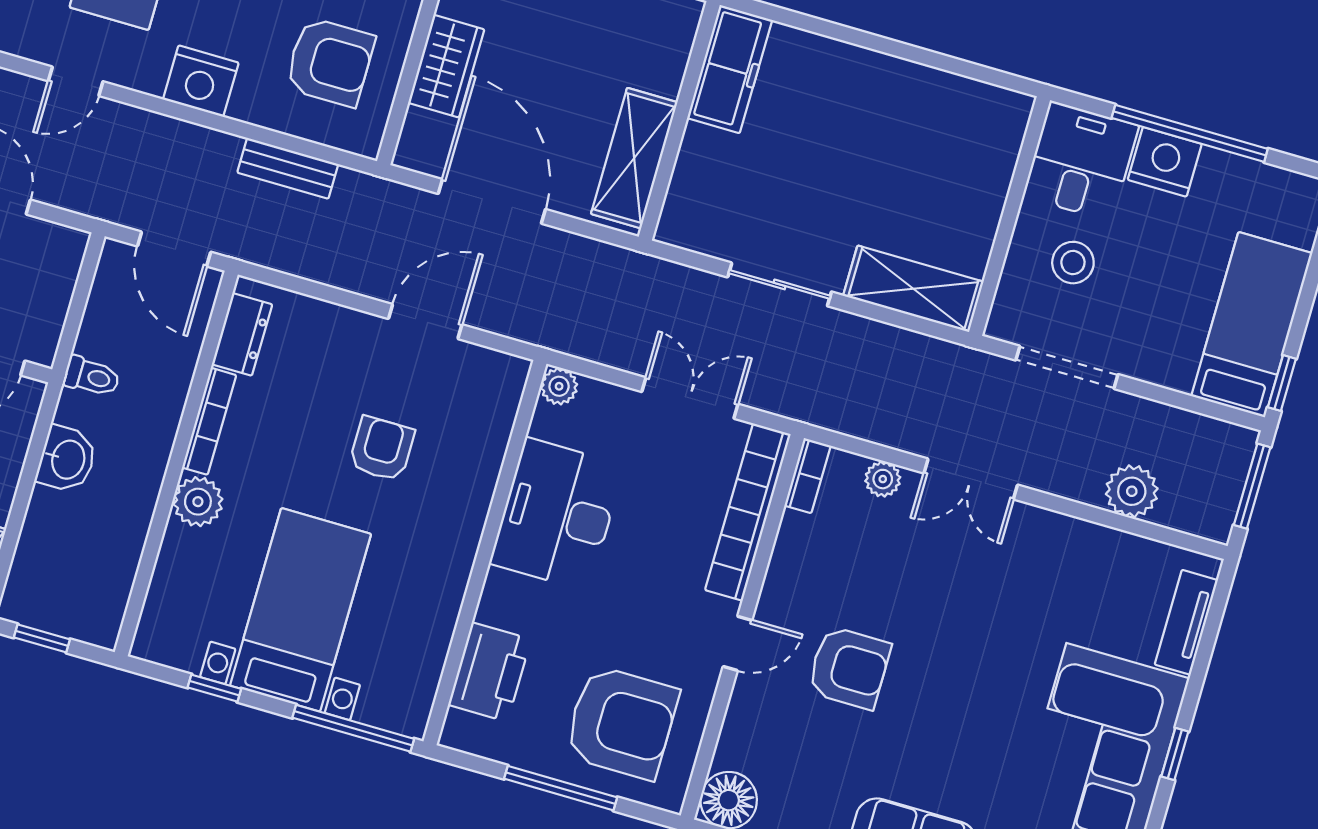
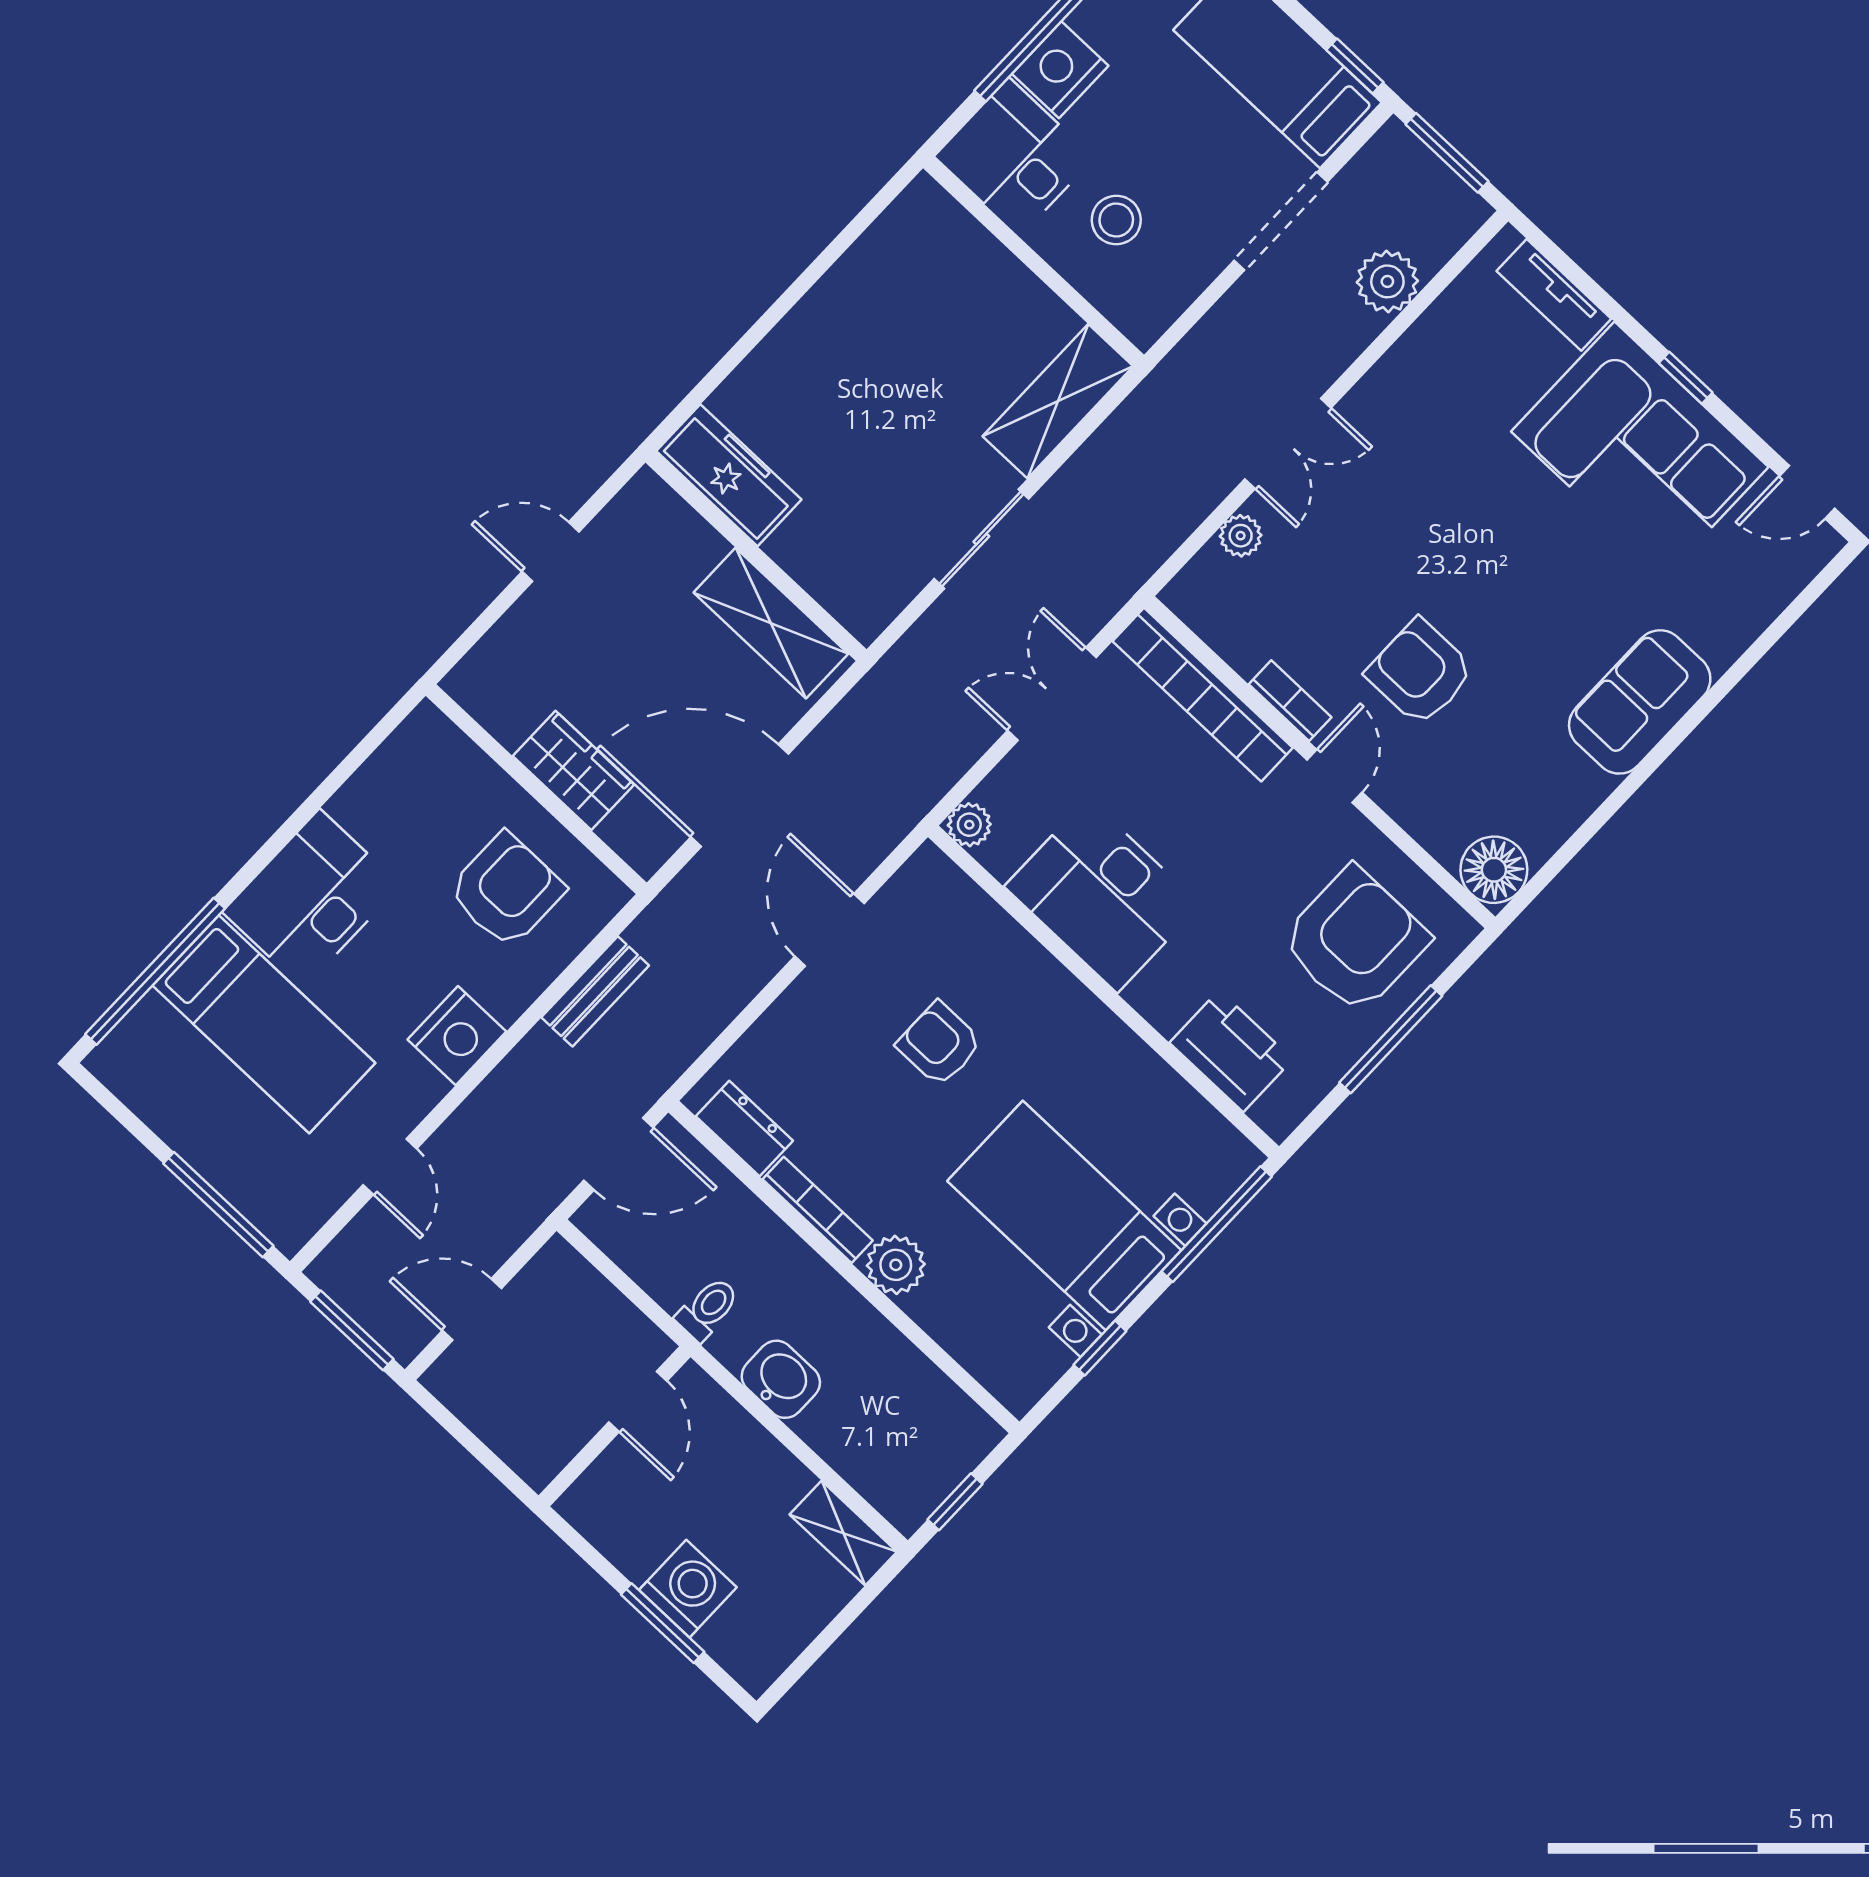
doorway: (1067, 367) -> (1281, 221), moved
bookcase: (808, 476) -> (1290, 701), moved
armchair: (849, 668) -> (1420, 672), turned -90

